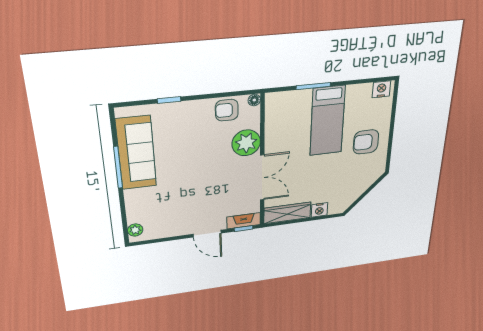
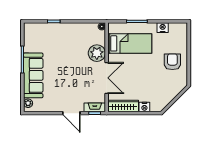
nightstand: (381, 89) -> (163, 28), moved
armchair: (227, 110) -> (86, 31), removed
bed: (327, 121) -> (130, 43), moved, turned -90
armchair: (366, 142) -> (172, 62), turned 90
sofa: (136, 153) -> (33, 75), moved

